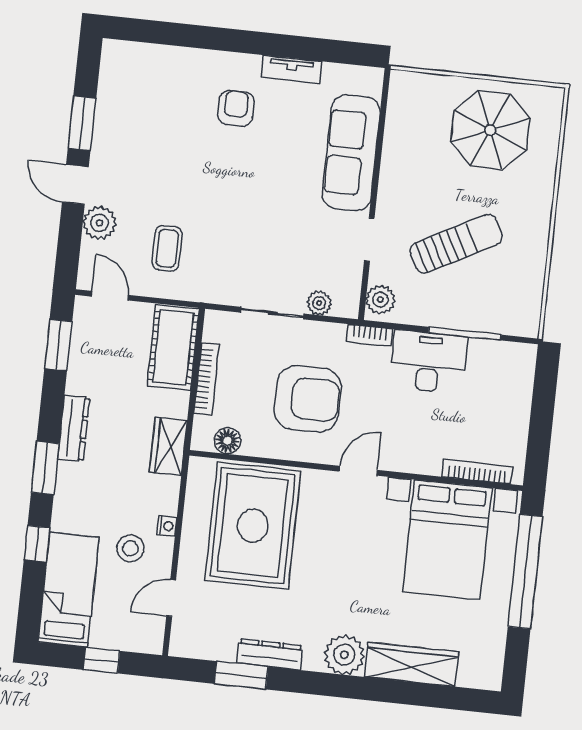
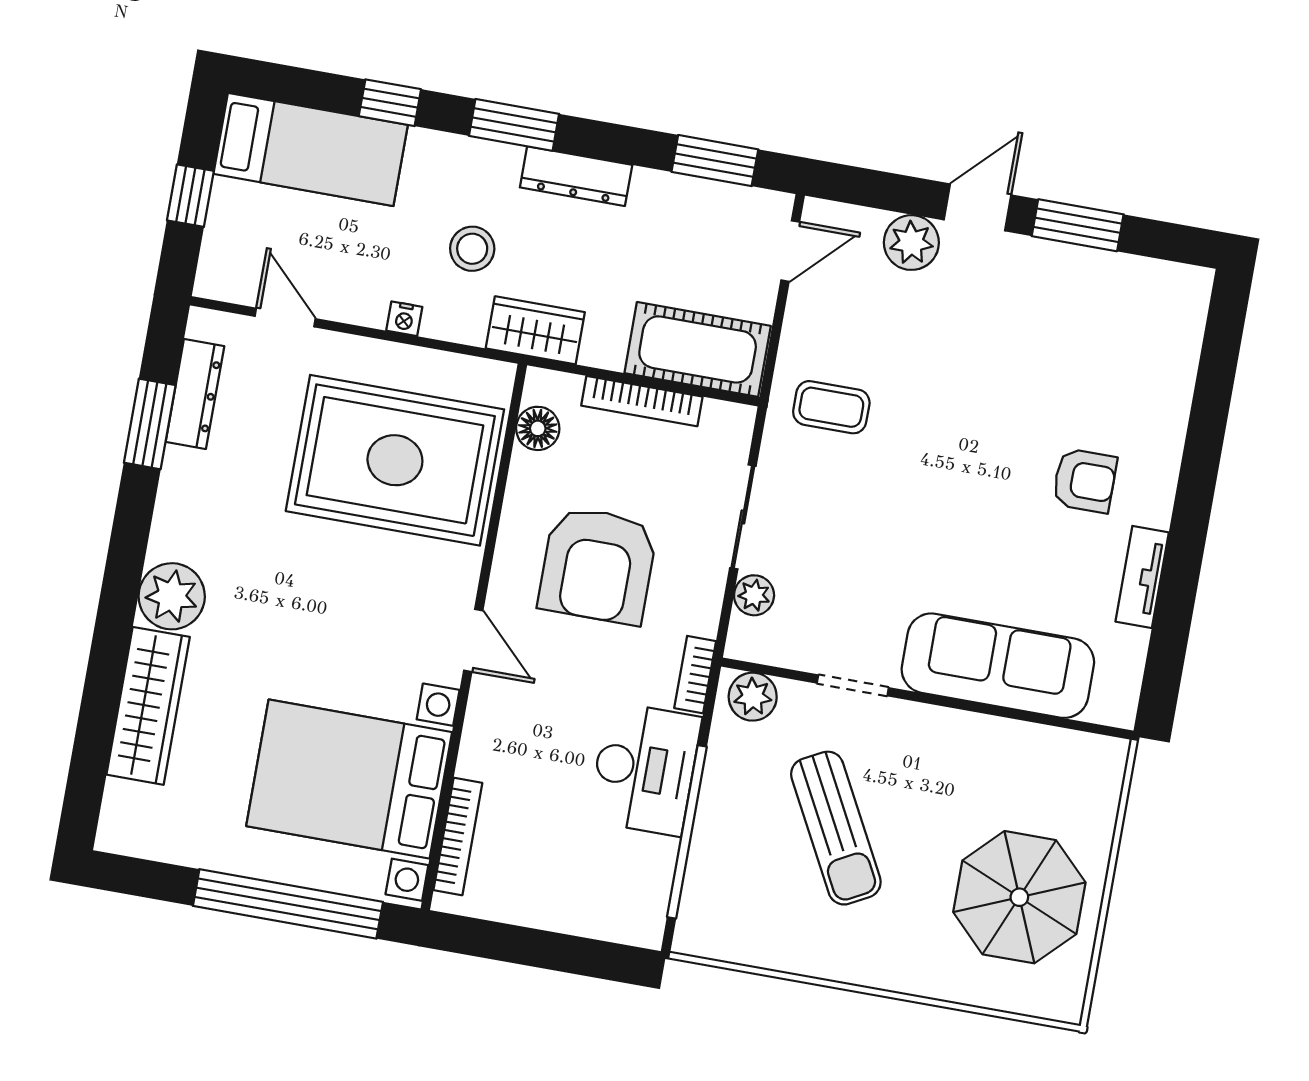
coffee table: (167, 248) -> (831, 407), moved
window: (465, 334) -> (687, 832), width x1.46
stool: (130, 548) -> (472, 249), moved
dresser: (270, 654) -> (195, 394), moved

